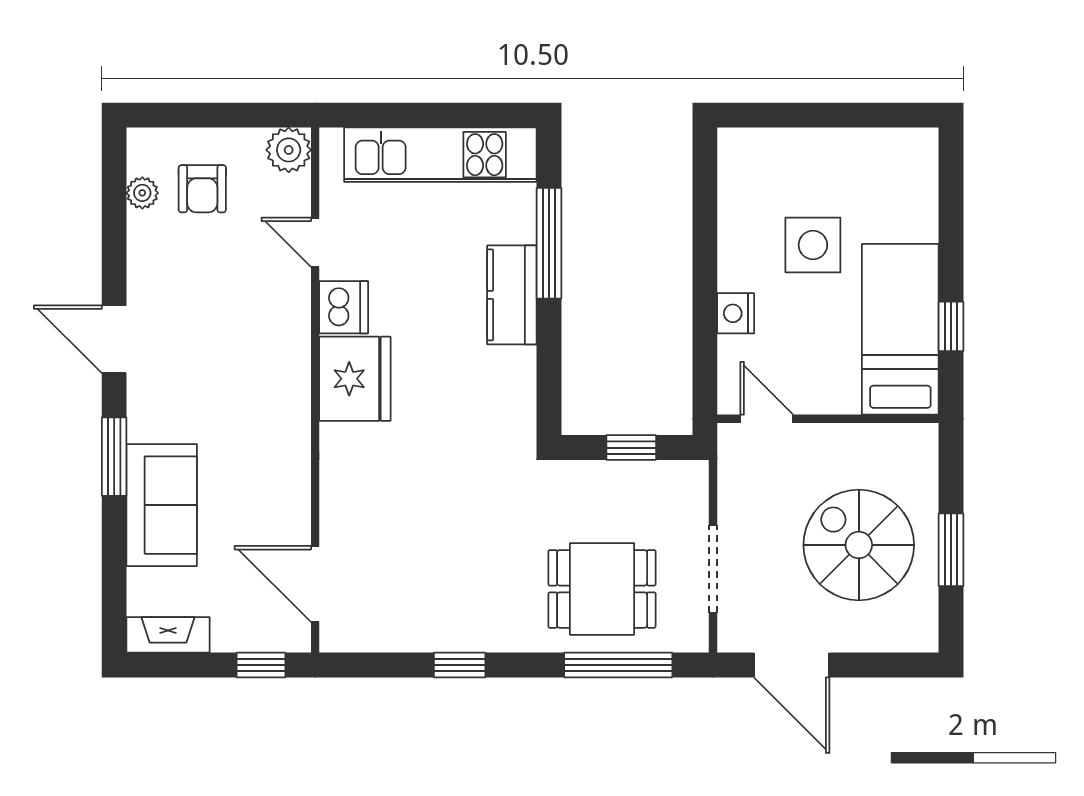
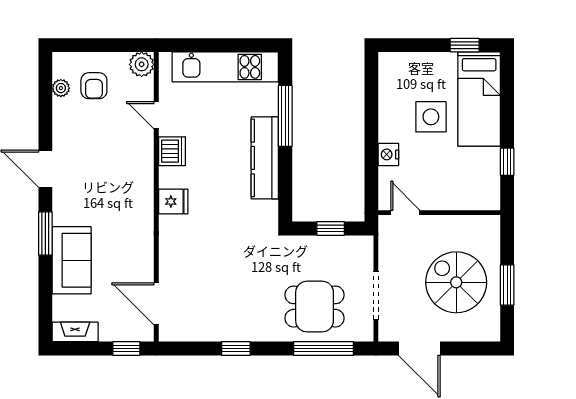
window: (874, 115) -> (465, 45), added
kitchen counter: (512, 295) -> (265, 158), width x1.50
bed: (900, 329) -> (479, 99), moved, turned 180
fridge: (355, 379) -> (173, 201), width x0.53, depth x0.75

